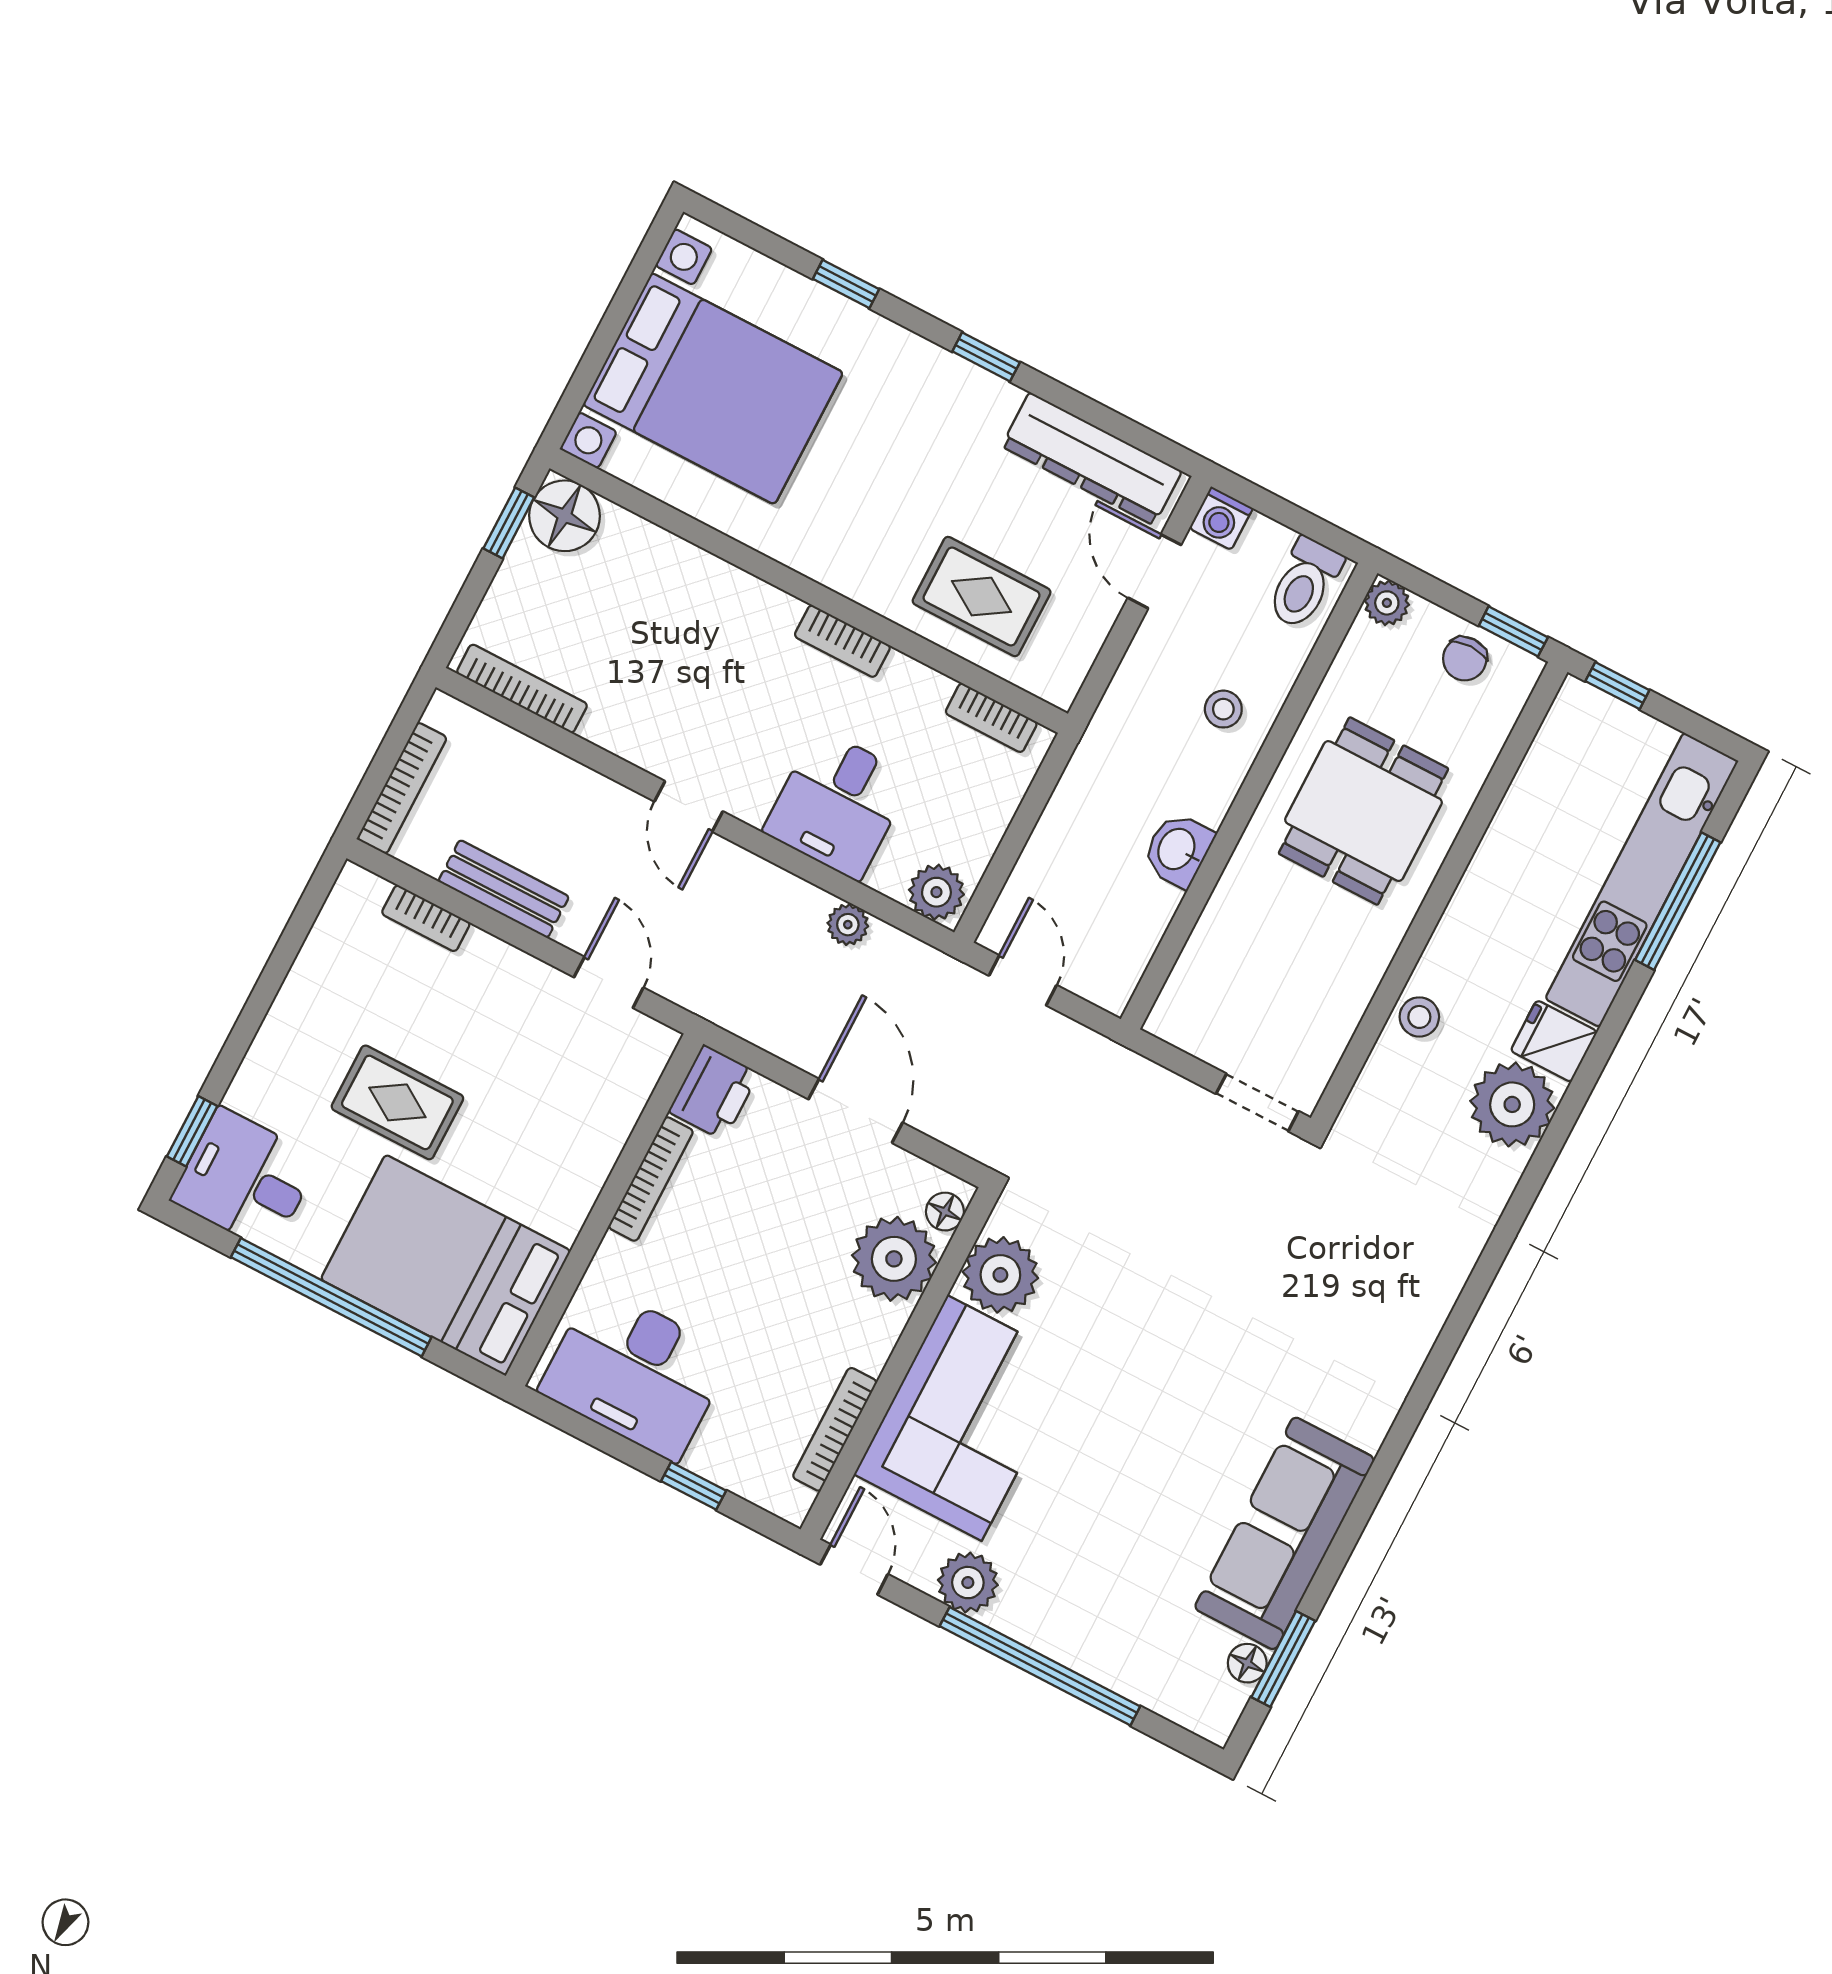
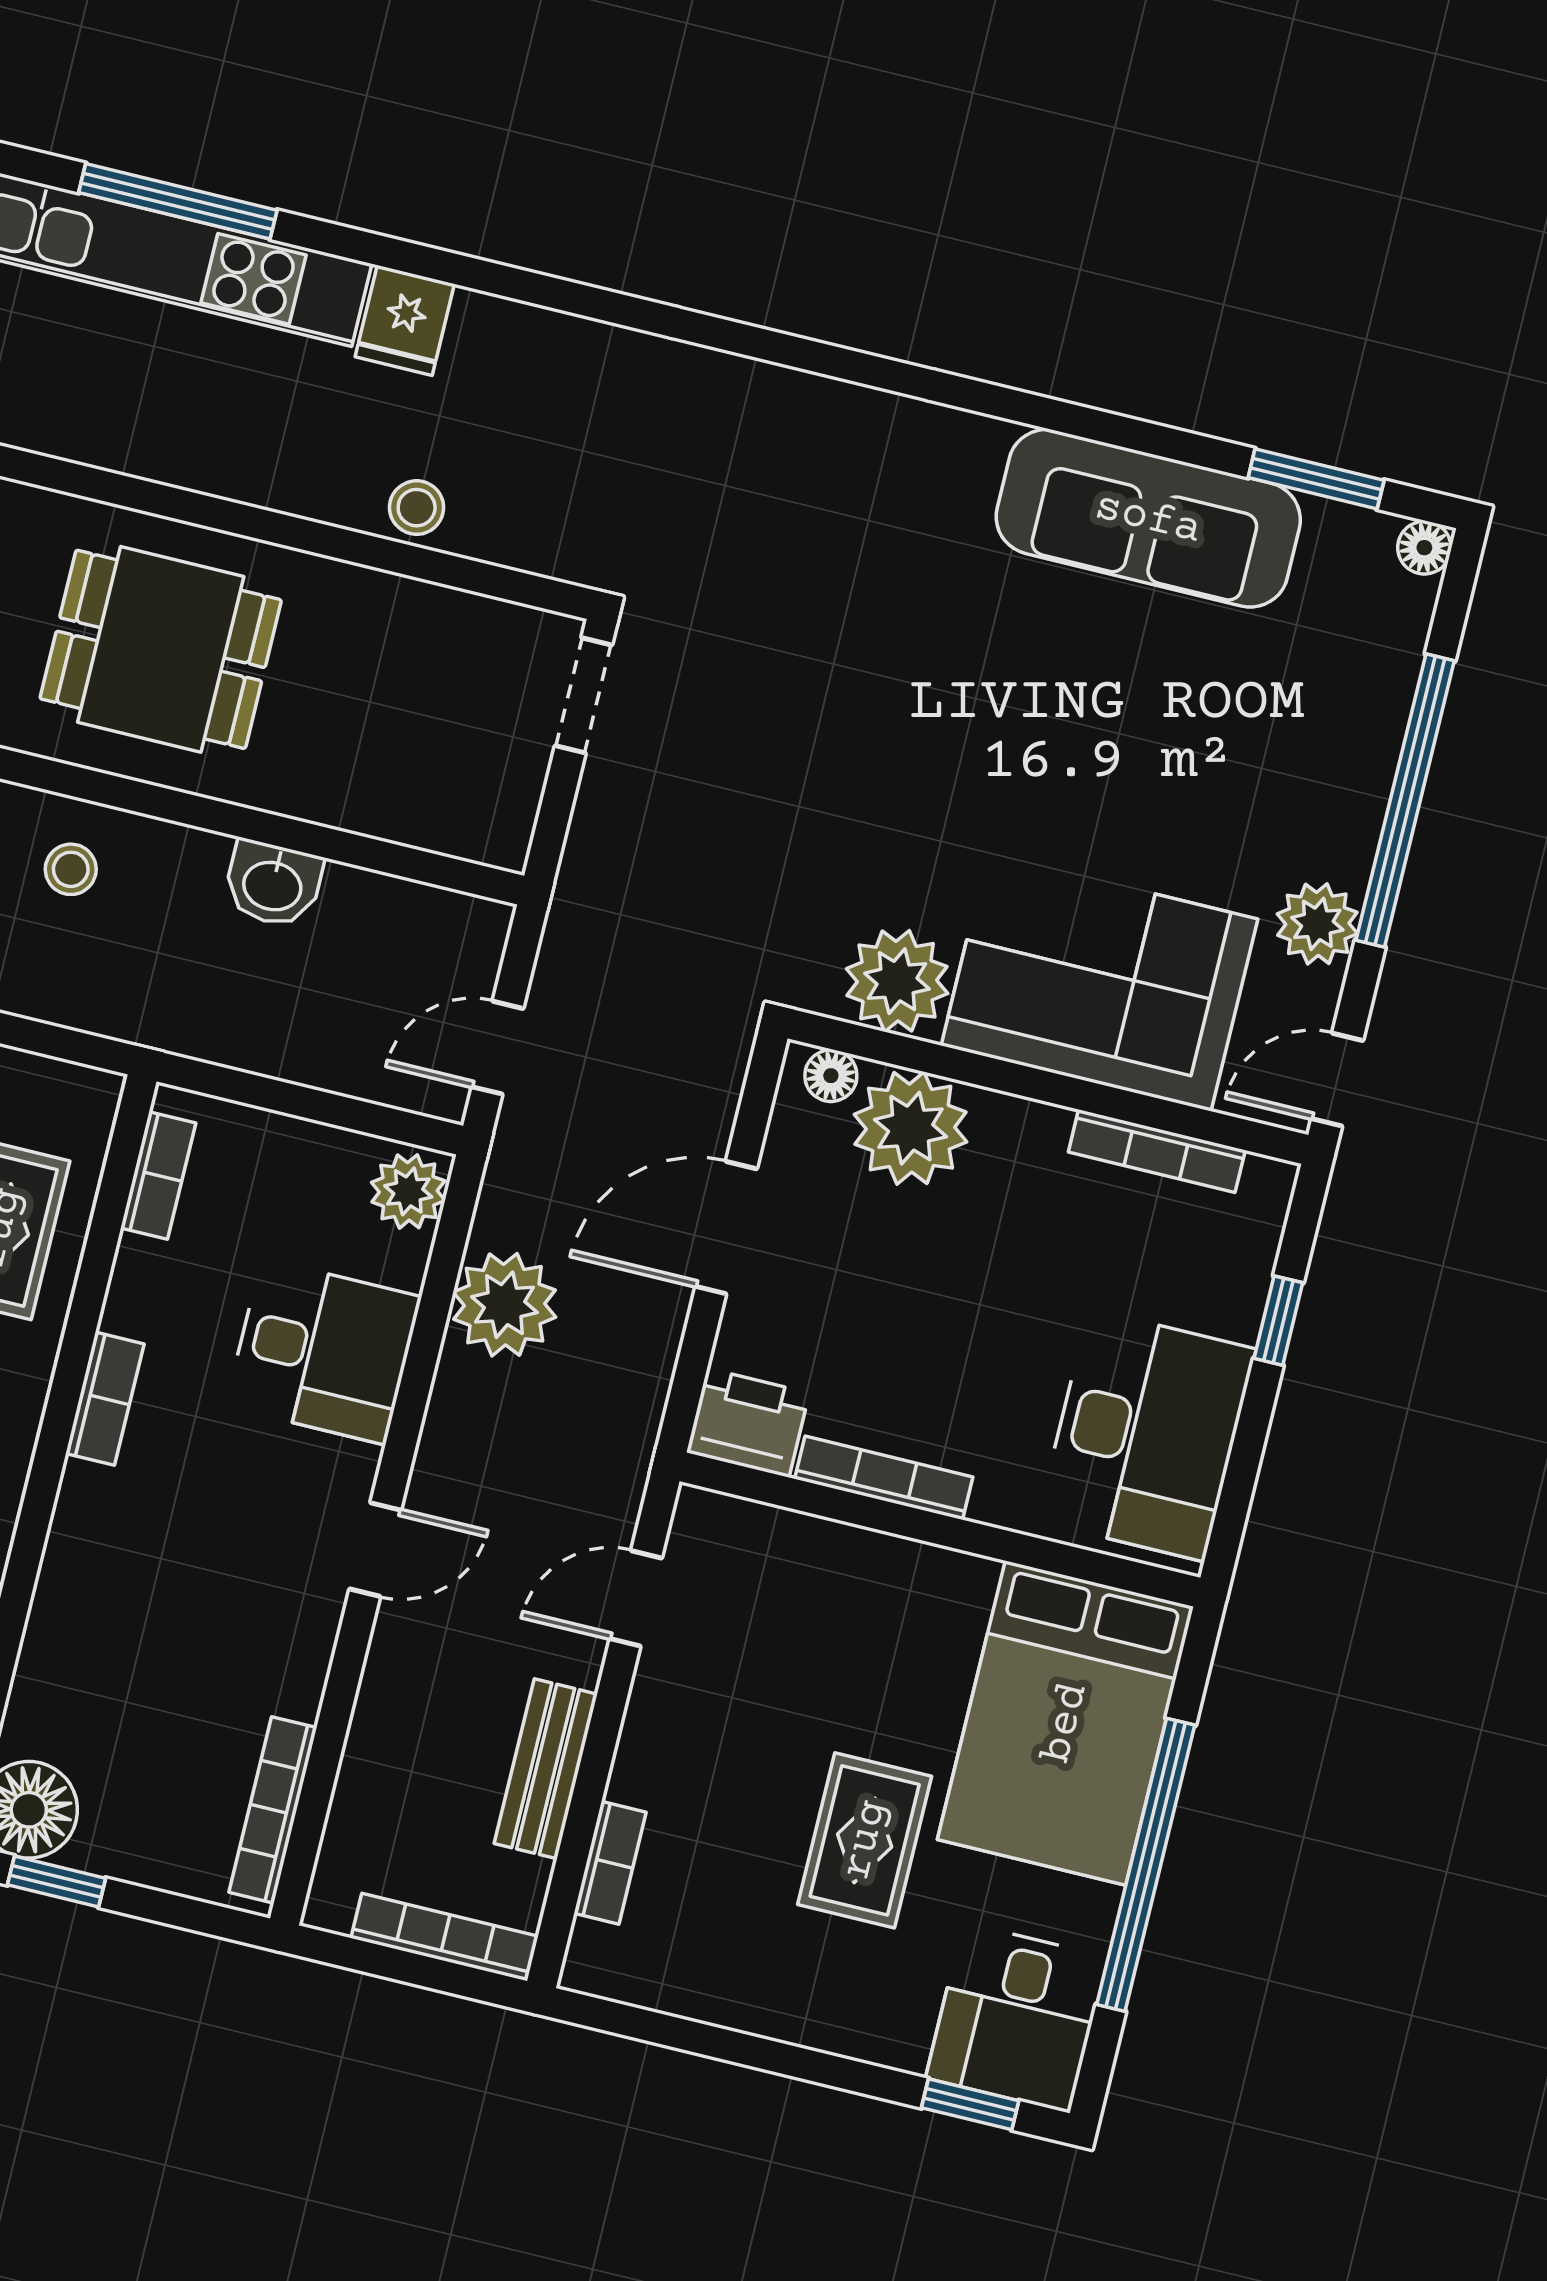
plant: (848, 925) -> (505, 1305), width x1.88, depth x1.88
plant: (1512, 1104) -> (503, 355), removed
floor lamp: (1247, 1663) -> (1424, 548), moved

